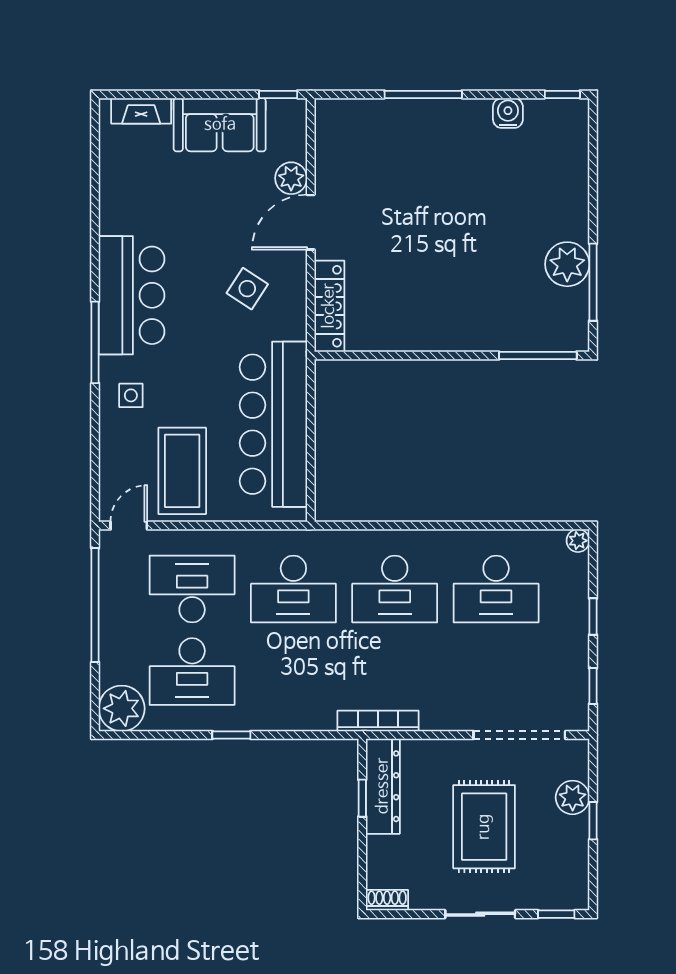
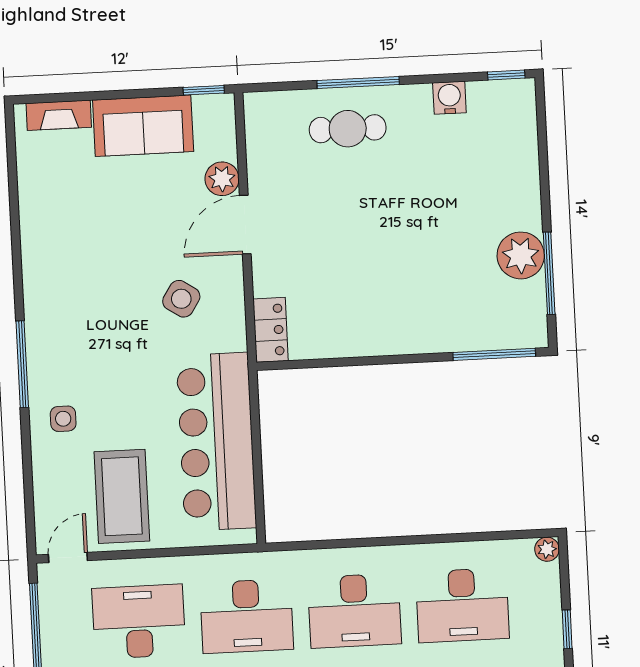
cafe table: (411, 137) -> (348, 129), added
bar counter: (132, 295) -> (59, 312), removed
locker: (329, 306) -> (271, 330), width x0.66

